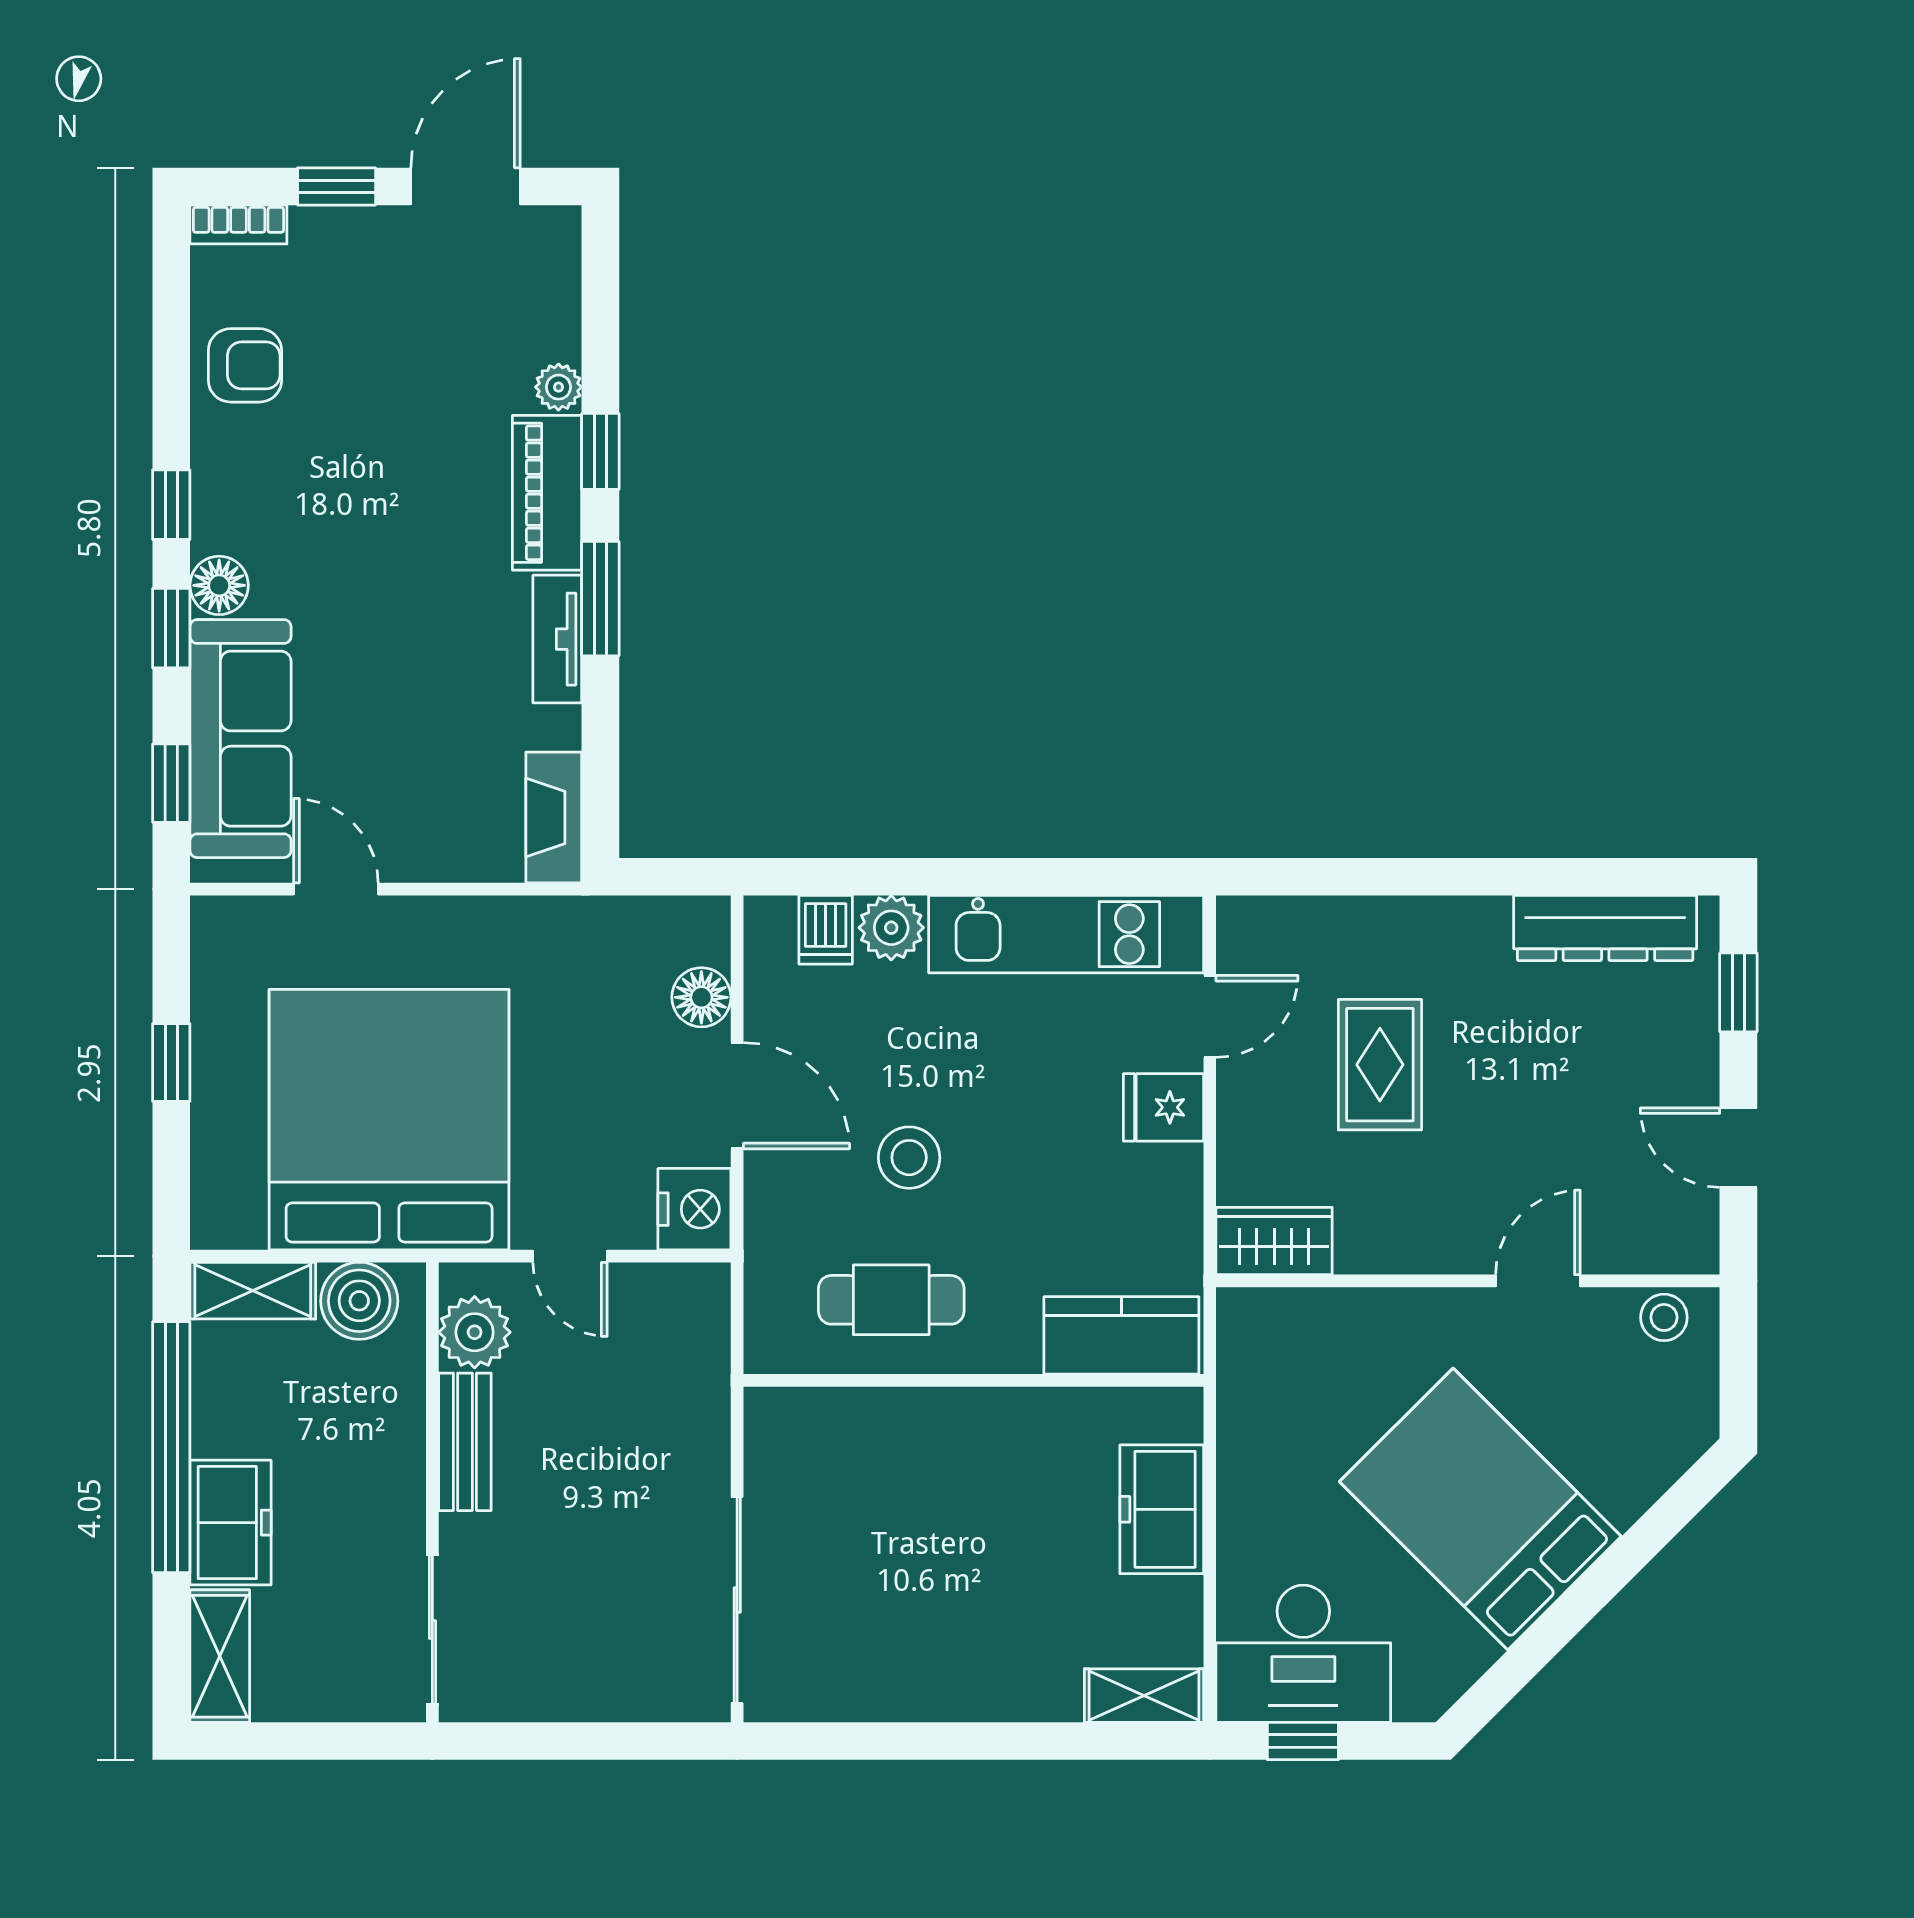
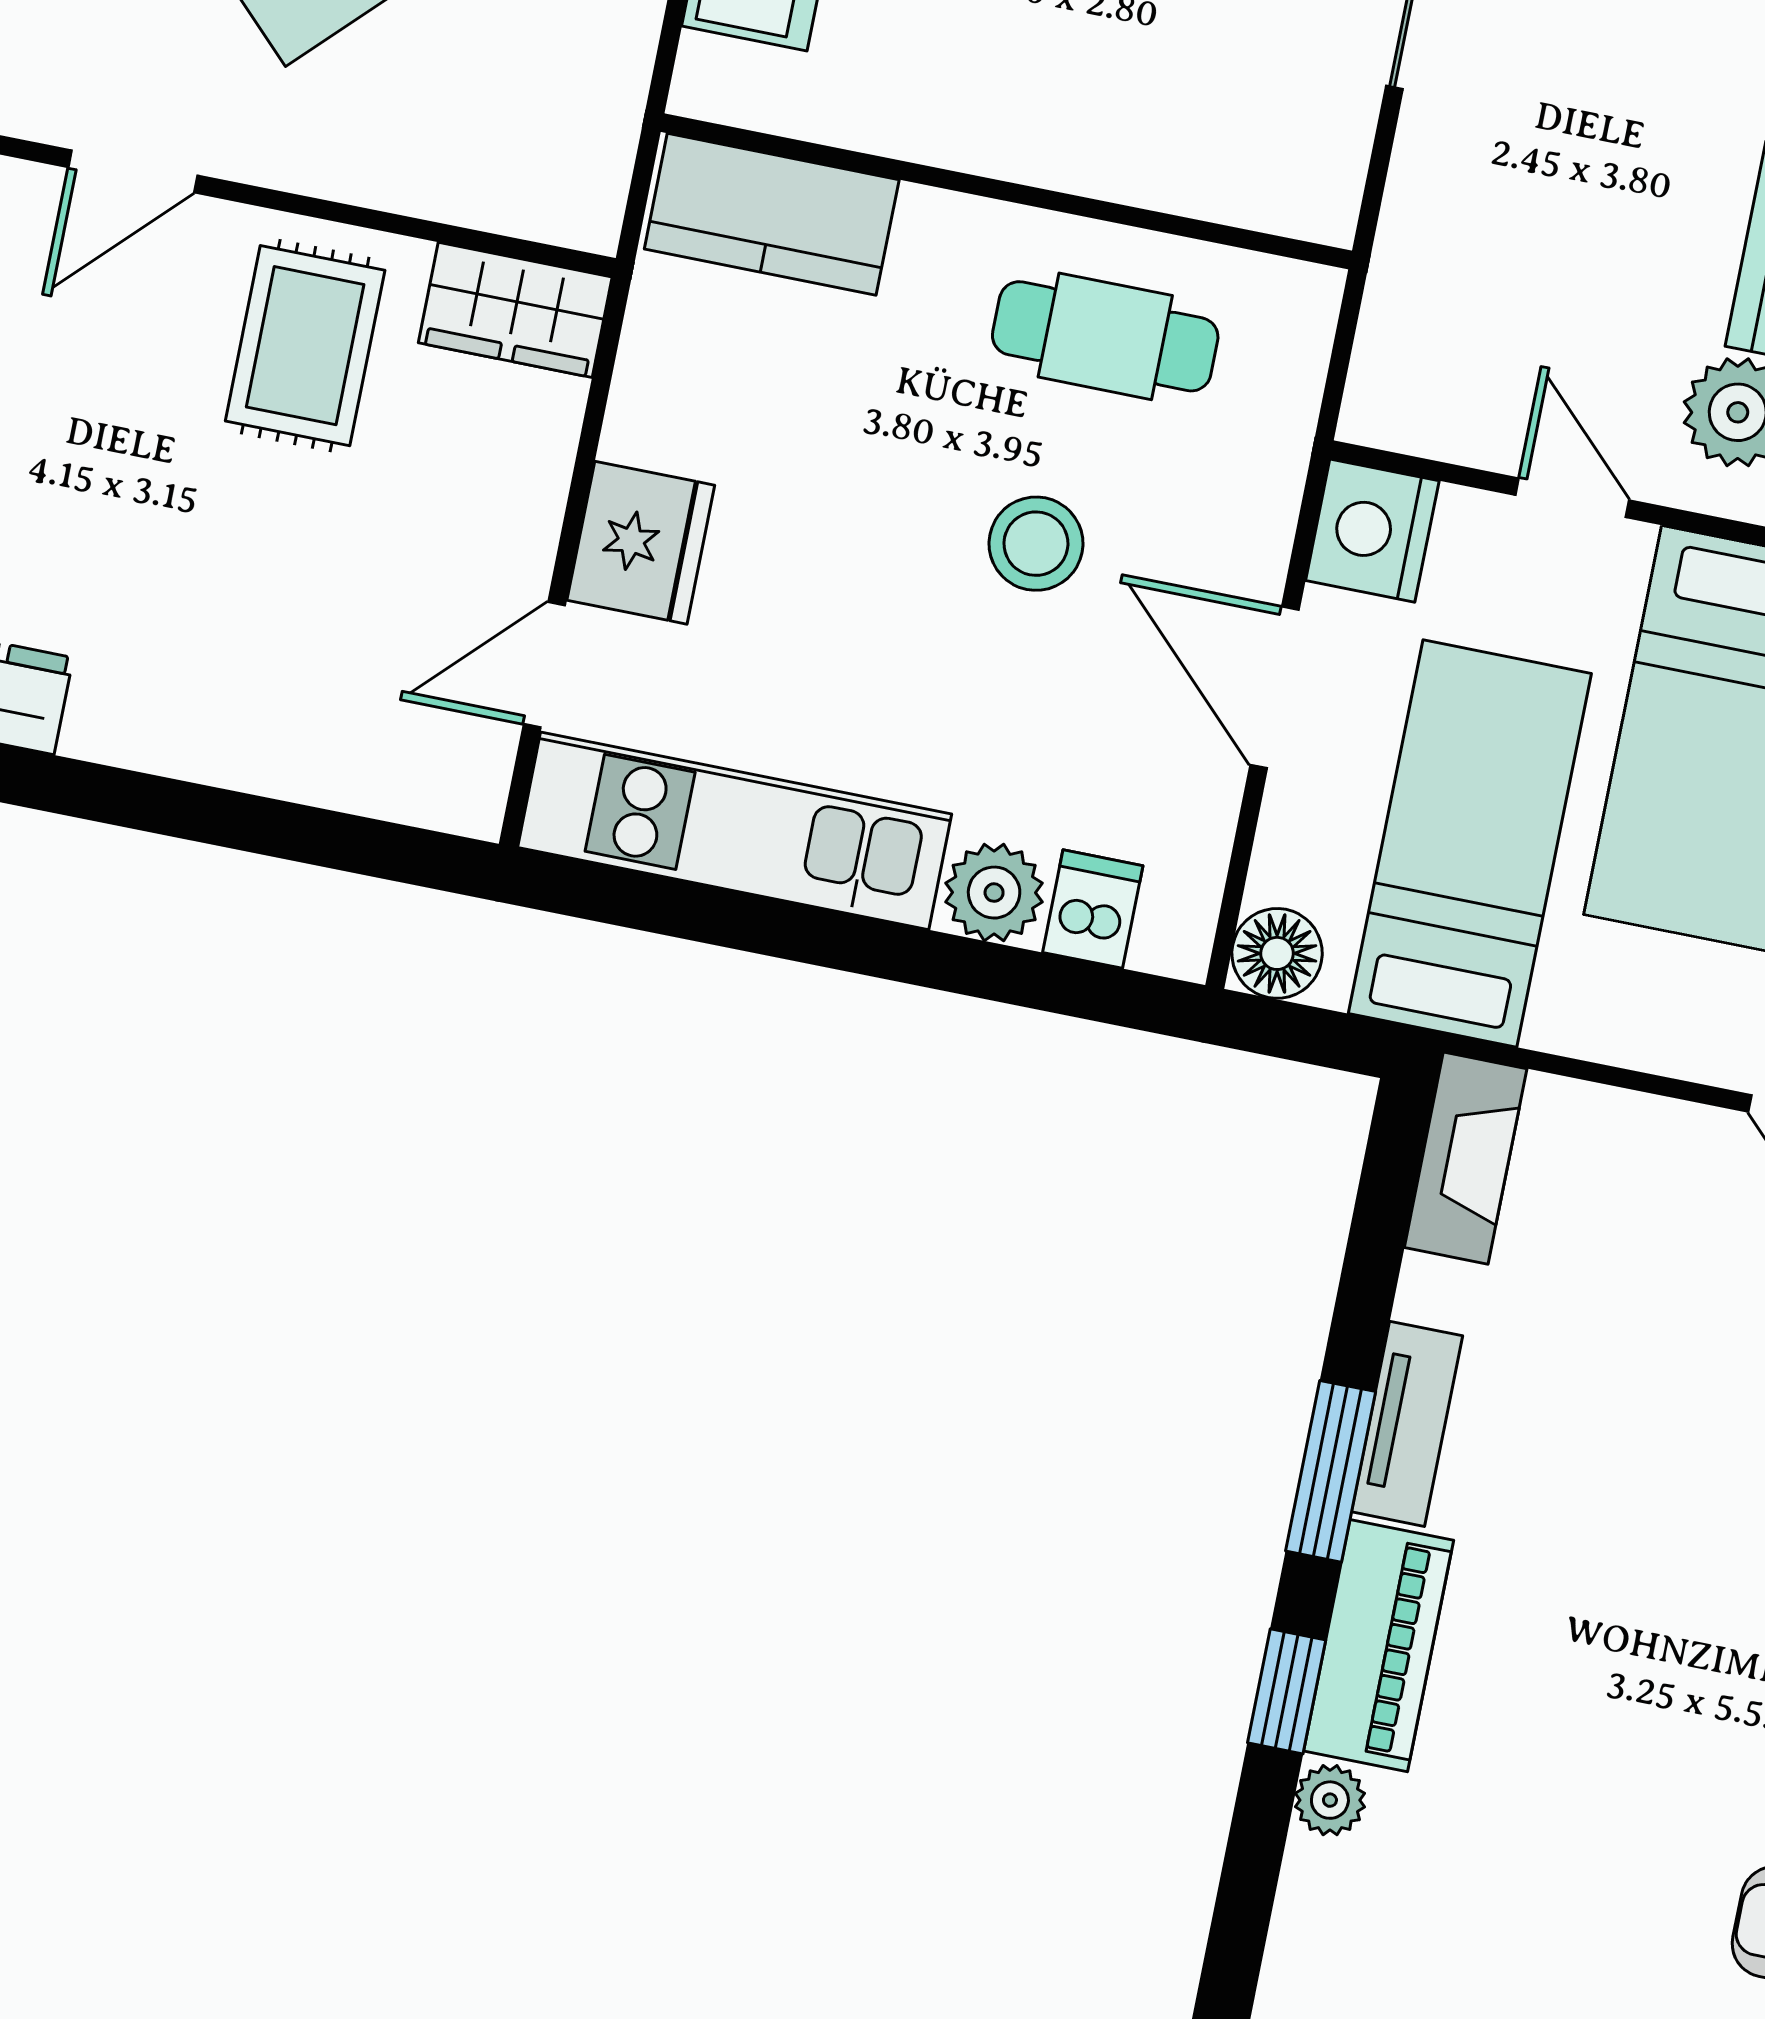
floor lamp: (701, 997) -> (1277, 953), moved
bed: (591, 1020) -> (1470, 843), added
rug: (1380, 1065) -> (305, 346), moved
fridge: (1163, 1107) -> (641, 543), width x1.38

